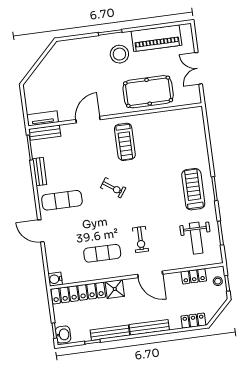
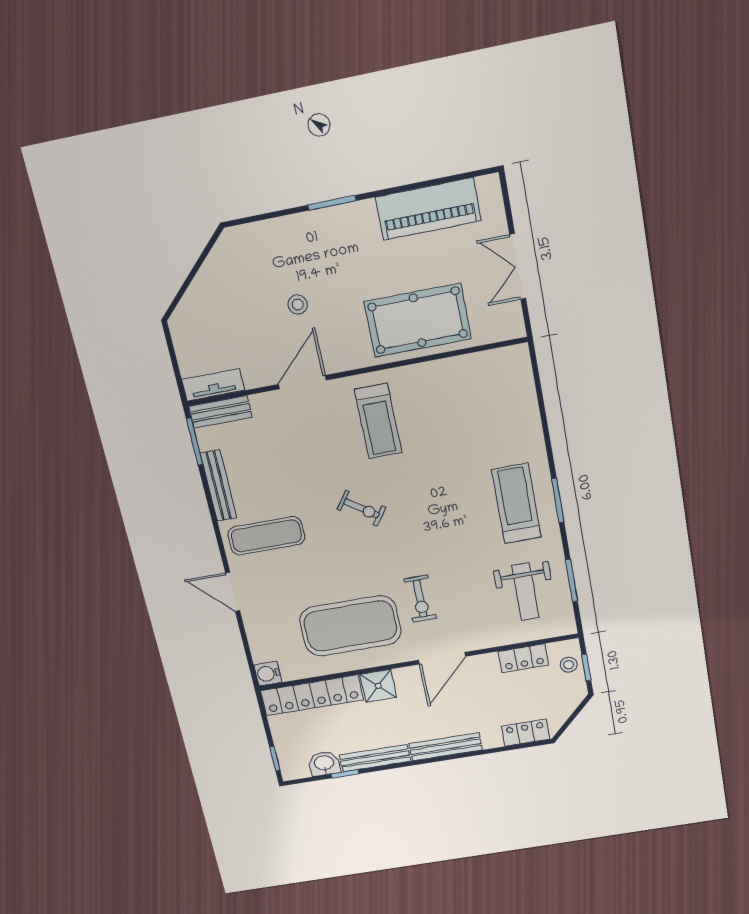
stool: (119, 54) -> (298, 305), moved, width x0.53, depth x0.53
bench: (40, 172) -> (219, 486), width x1.36
exercise mat: (102, 253) -> (350, 626), width x2.00, depth x1.45
door: (150, 274) -> (442, 658), hinge flipped
washbasin: (63, 335) -> (324, 764), moved, turned -90

